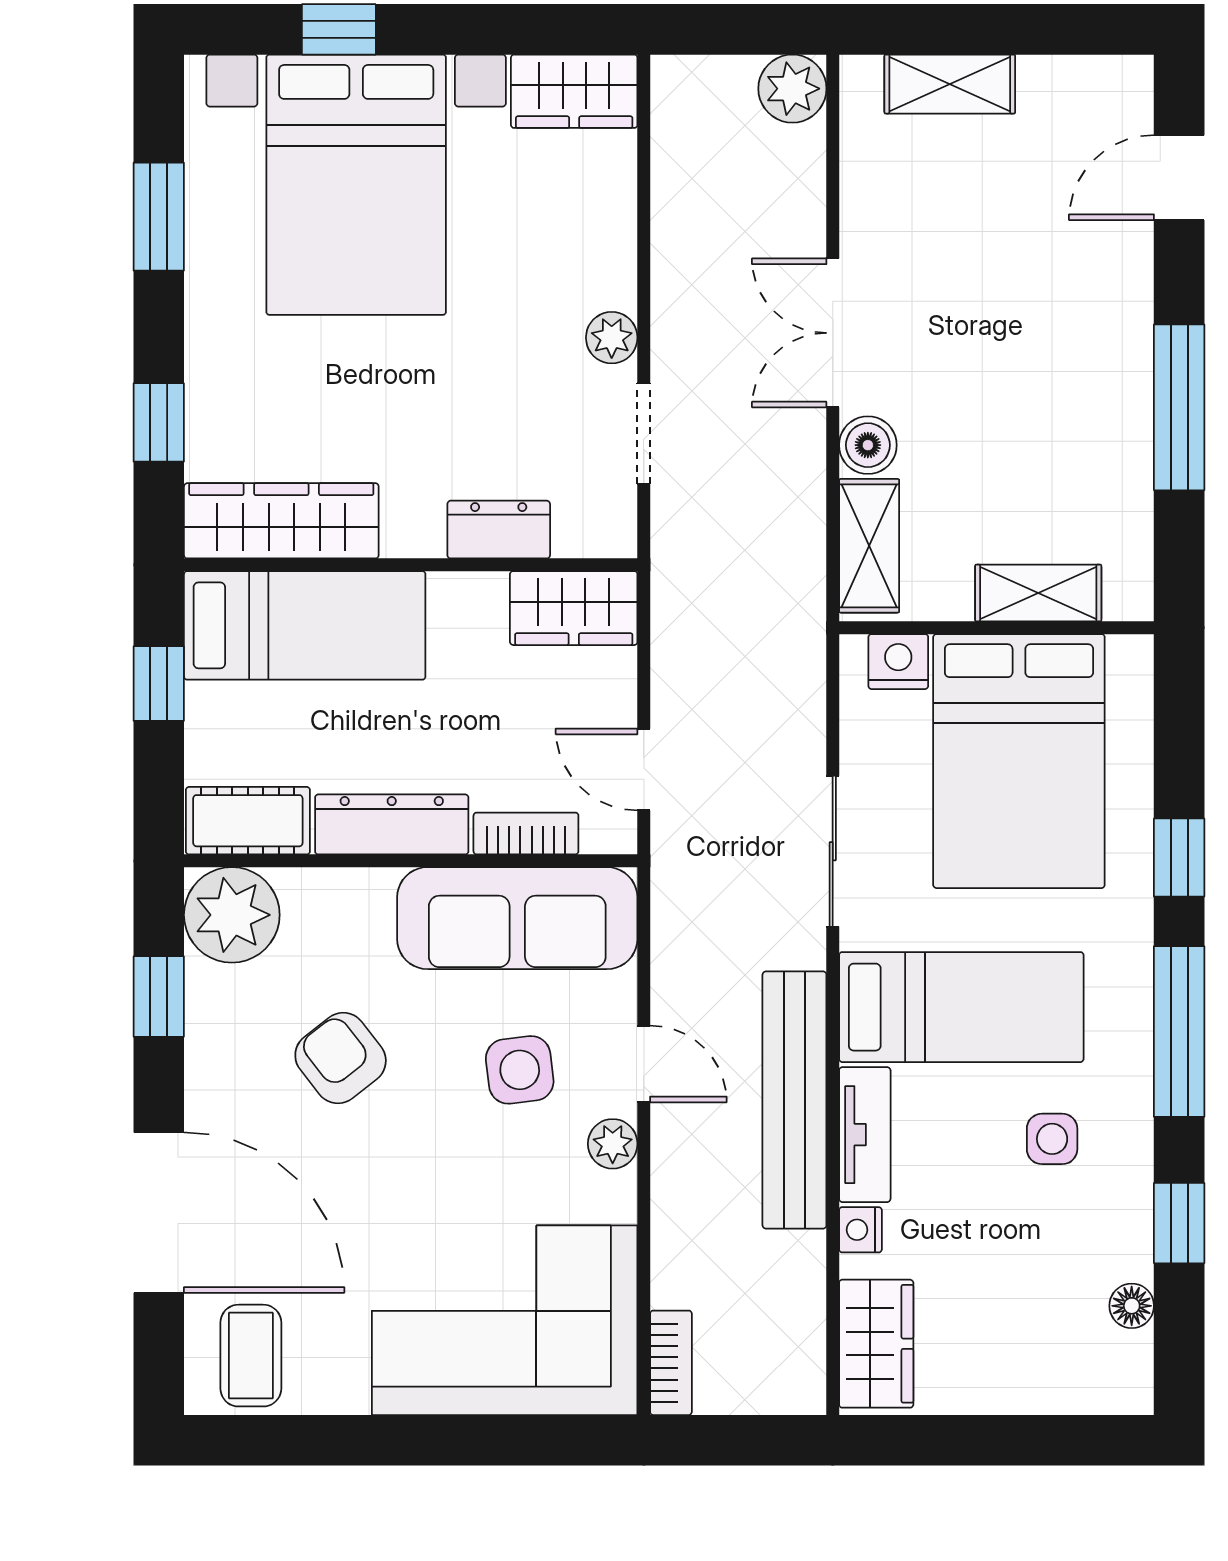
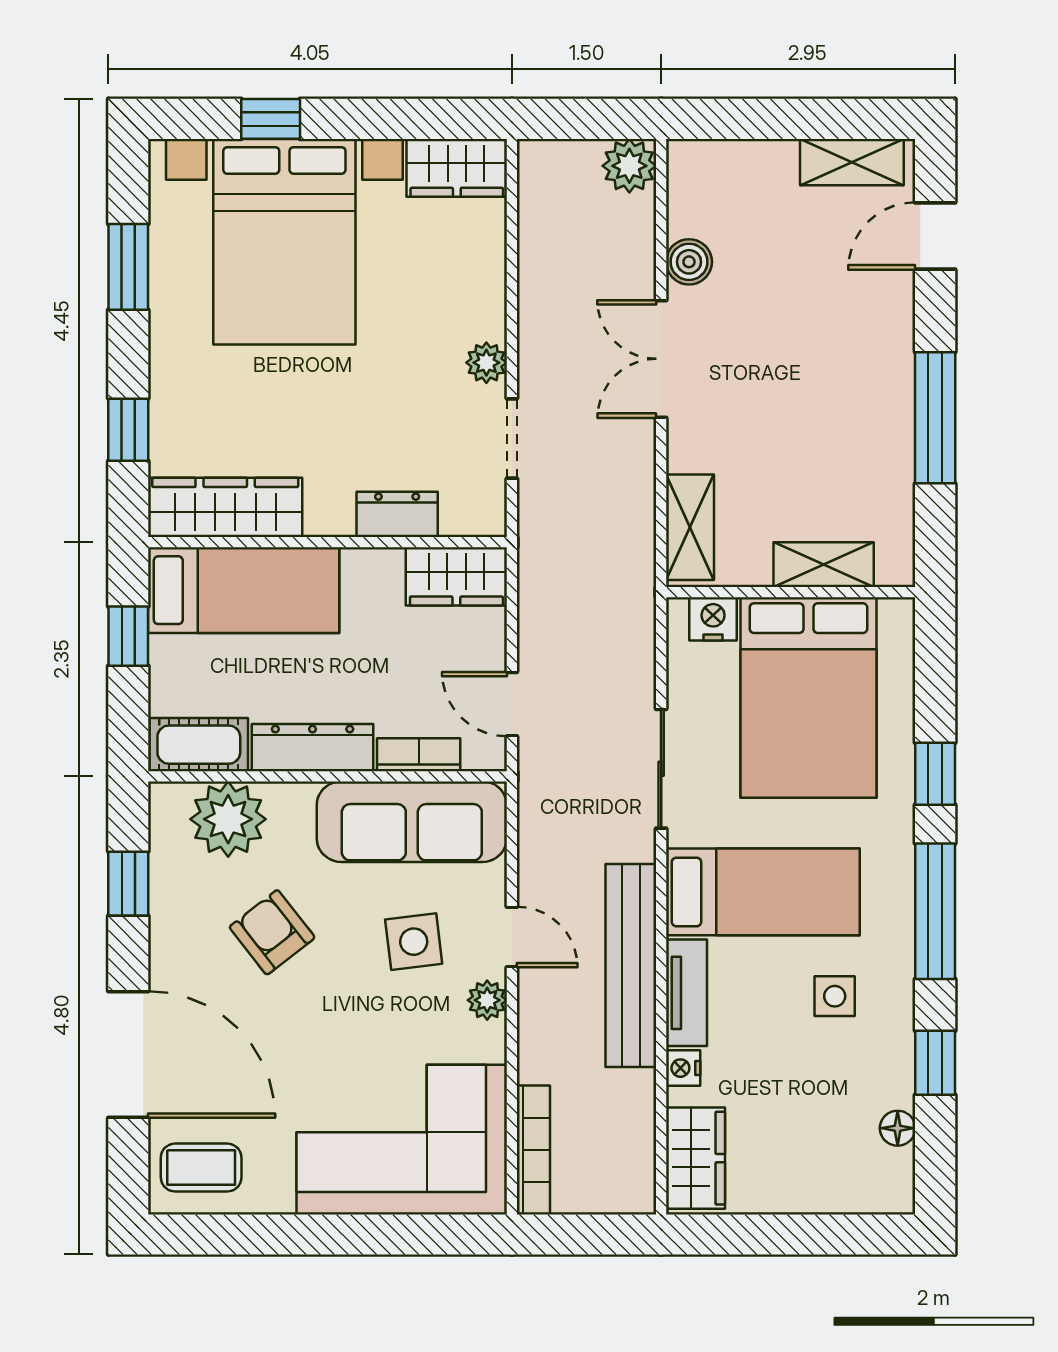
shelving: (950, 84) -> (852, 162), moved
boiler: (868, 445) -> (689, 262), moved
plant: (232, 915) -> (228, 819), moved
coffee table: (251, 1356) -> (201, 1168), turned 90
bookcase: (671, 1363) -> (533, 1150), width x1.56

